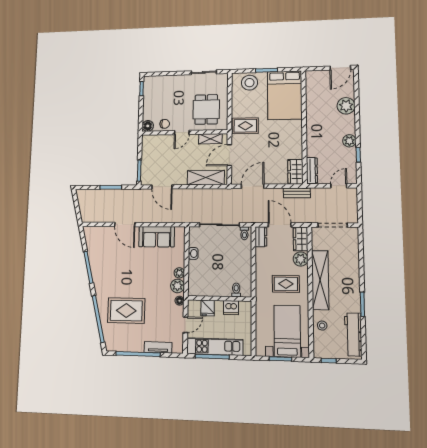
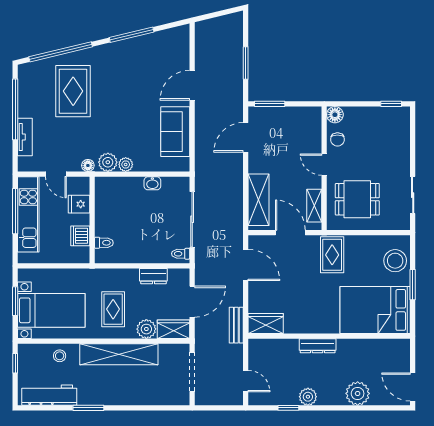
dresser: (312, 170) -> (318, 346), moved
dresser: (261, 237) -> (153, 276), moved

